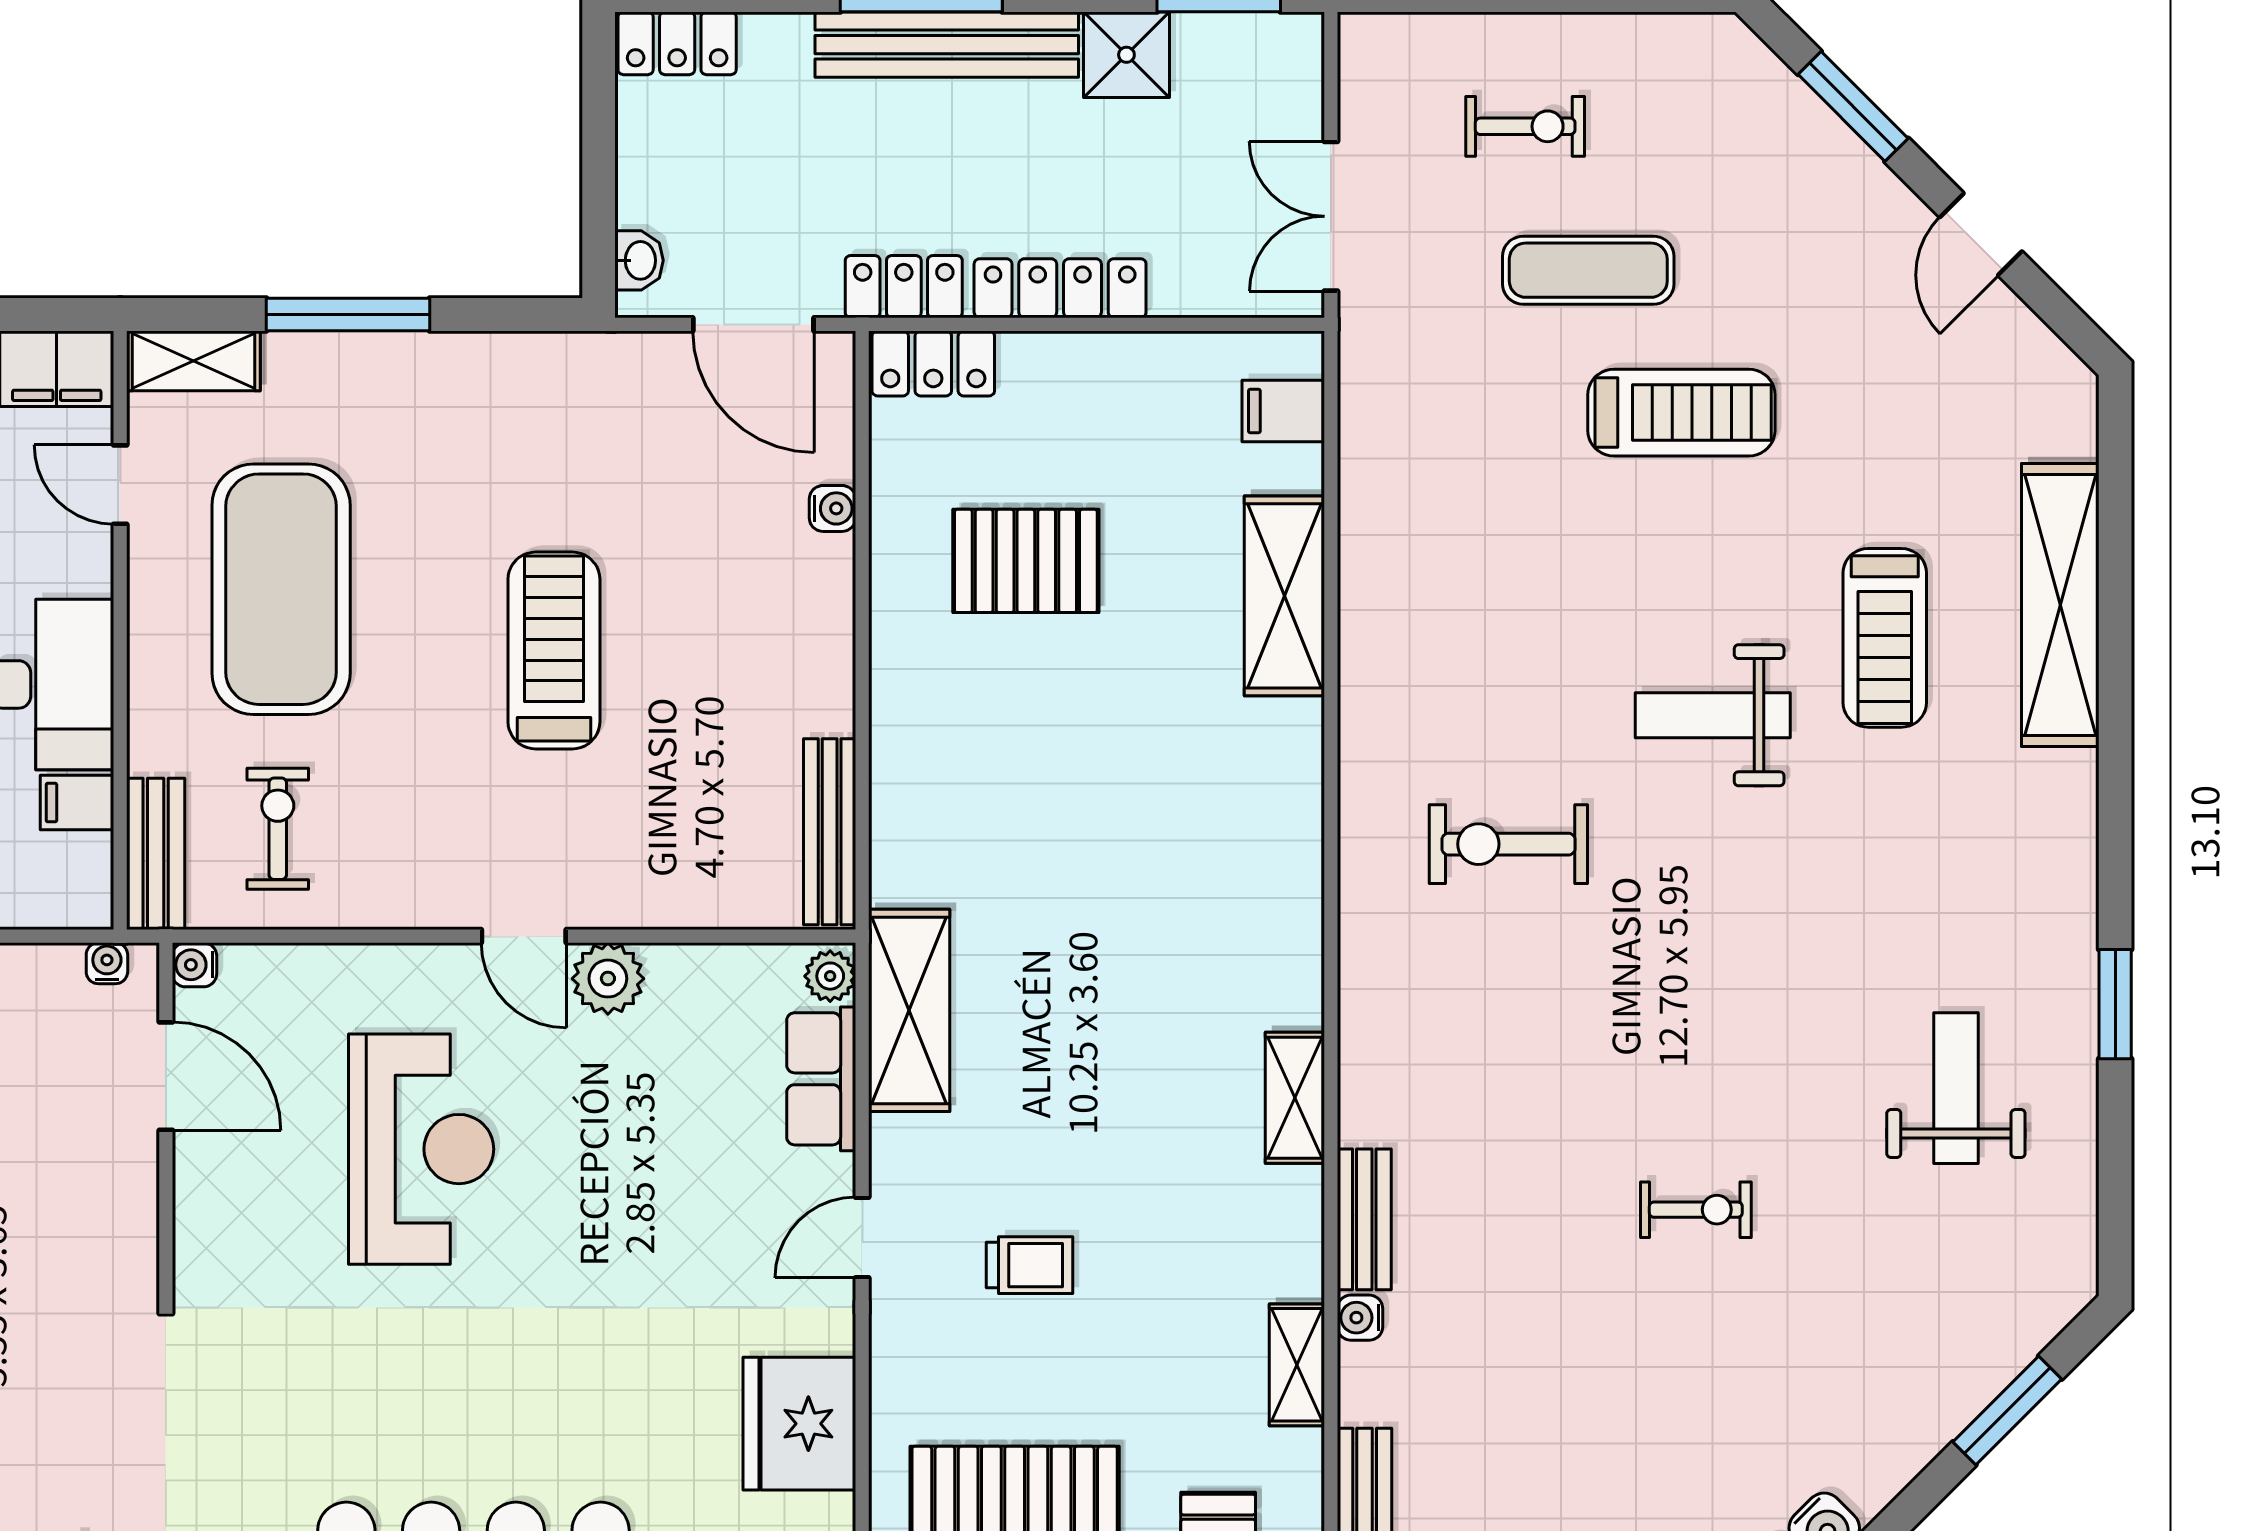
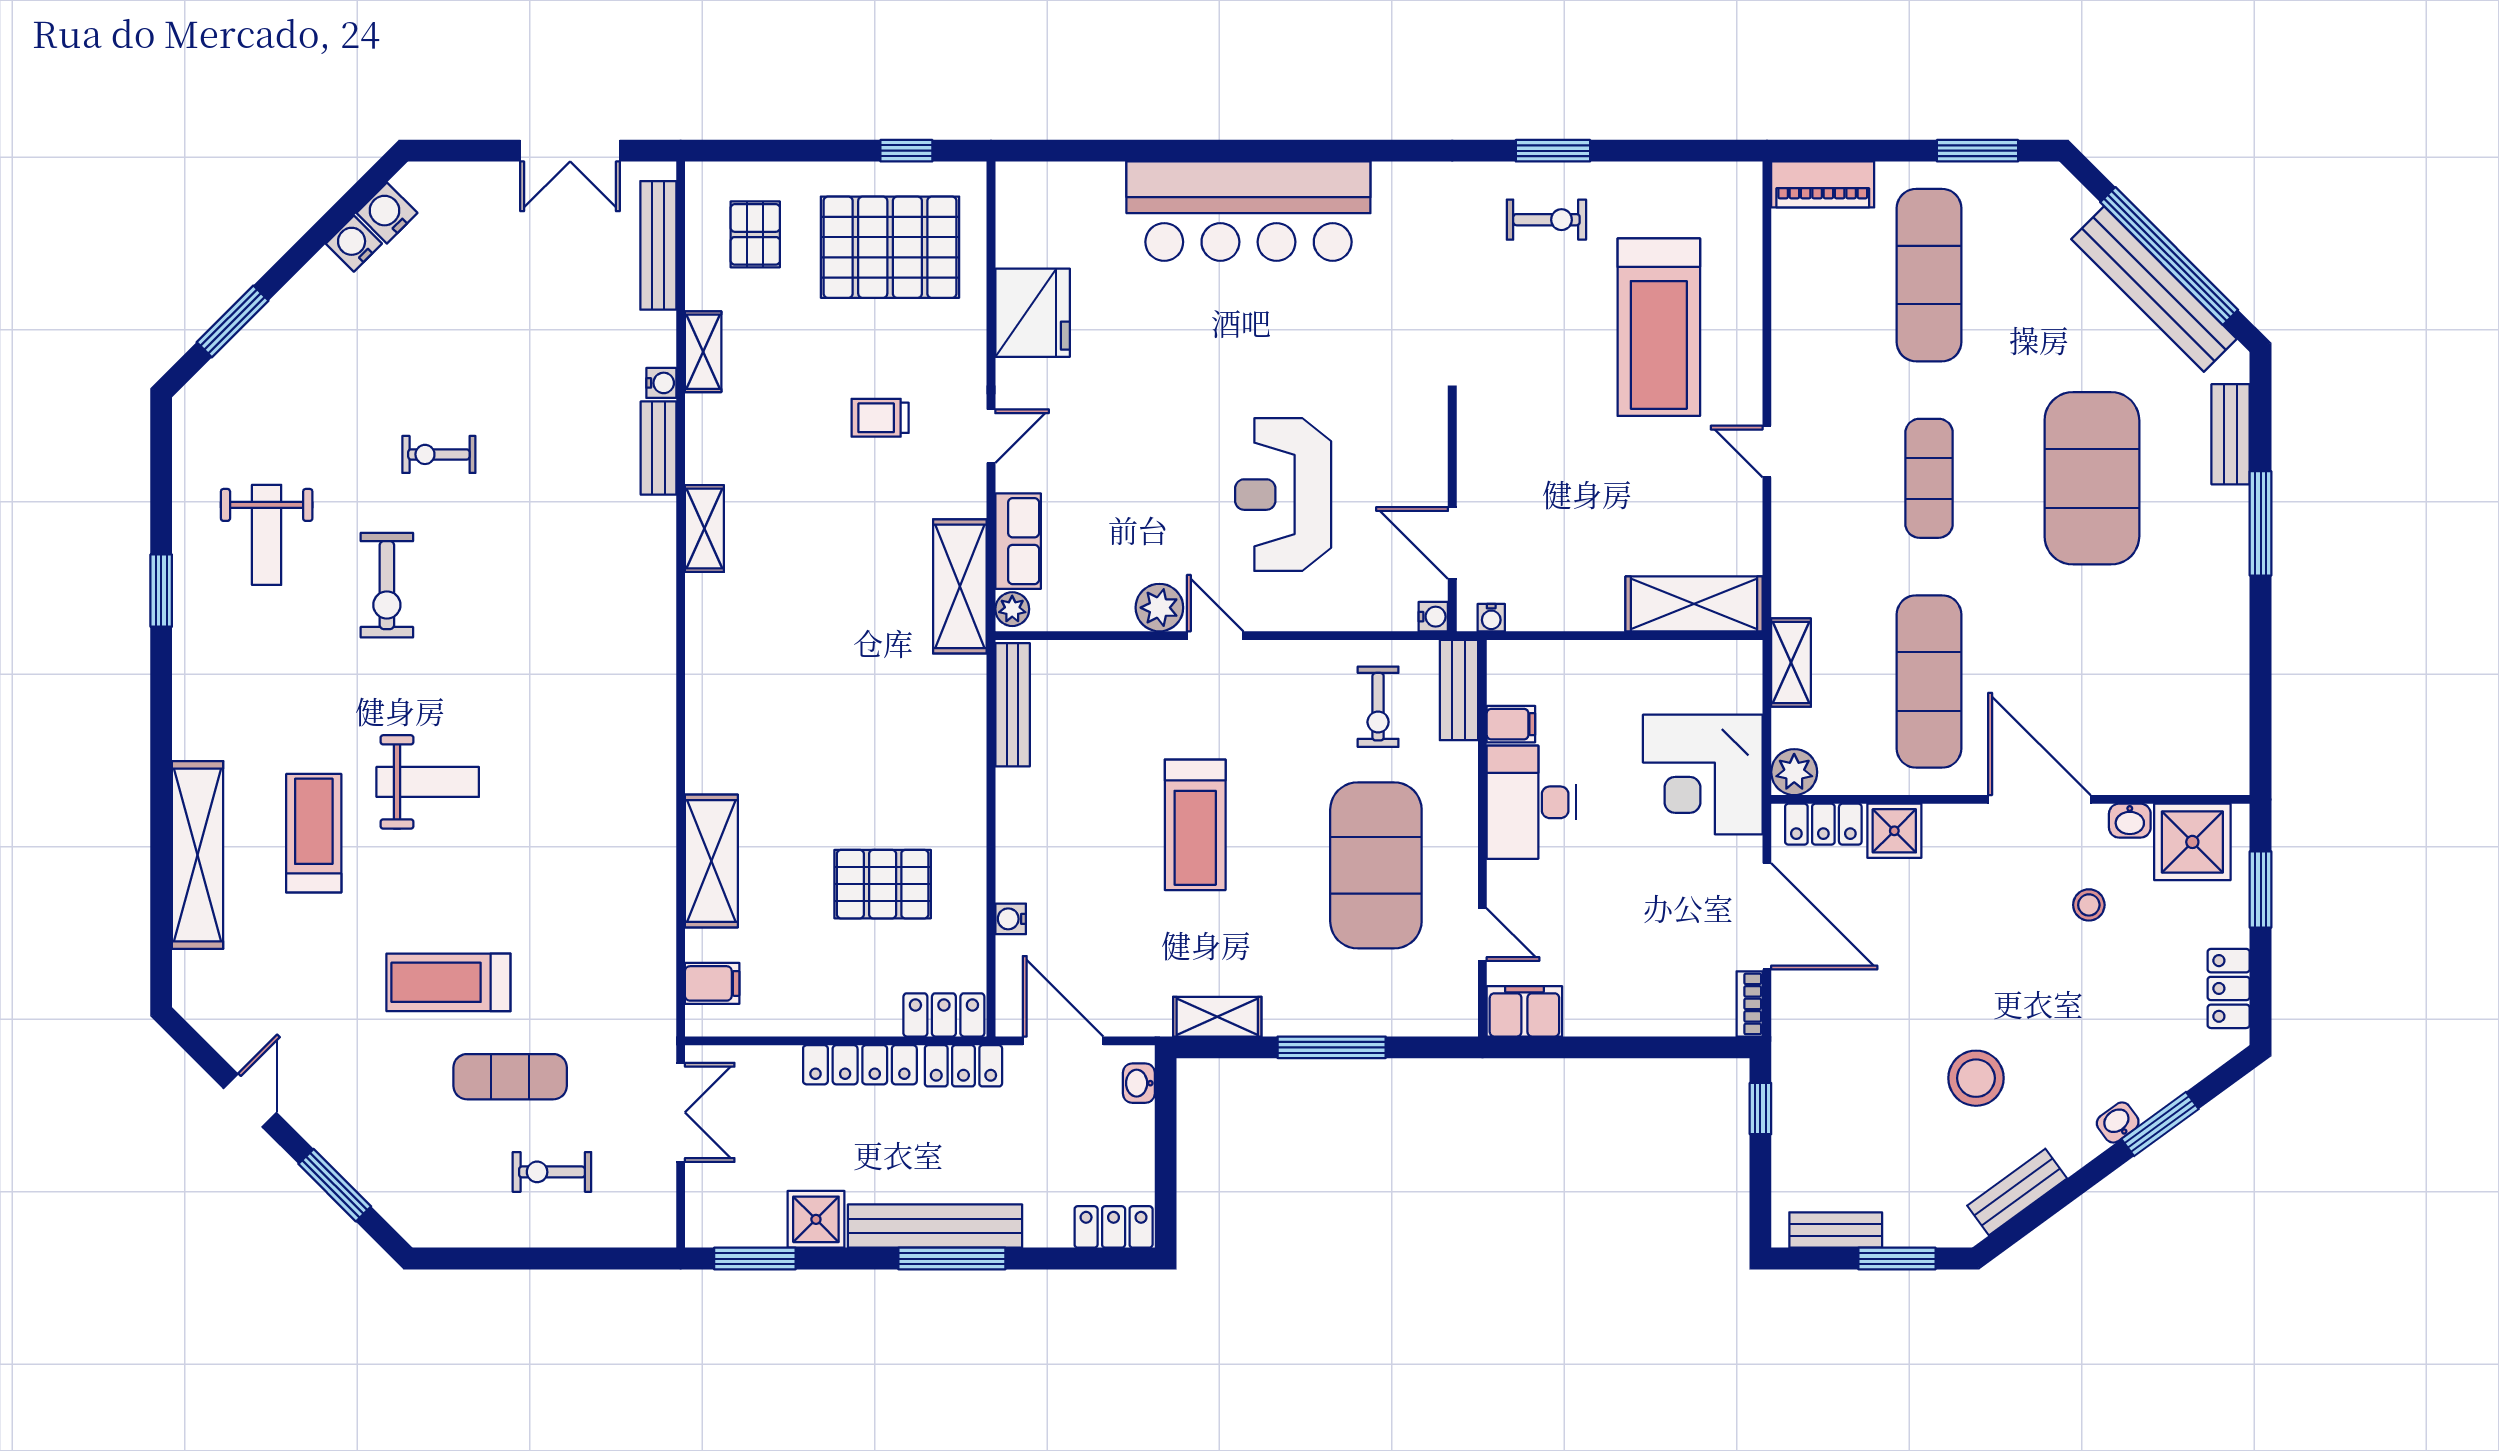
shelving: (193, 361) -> (1217, 1017), moved
exercise bike: (1508, 844) -> (387, 585), moved, turned 90

